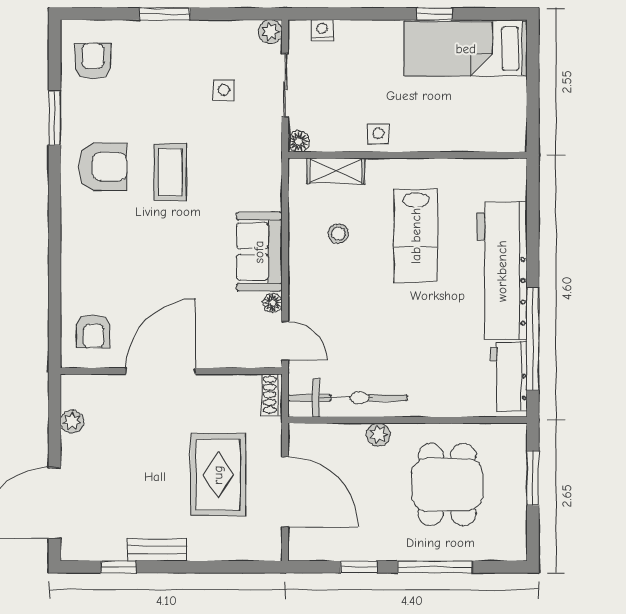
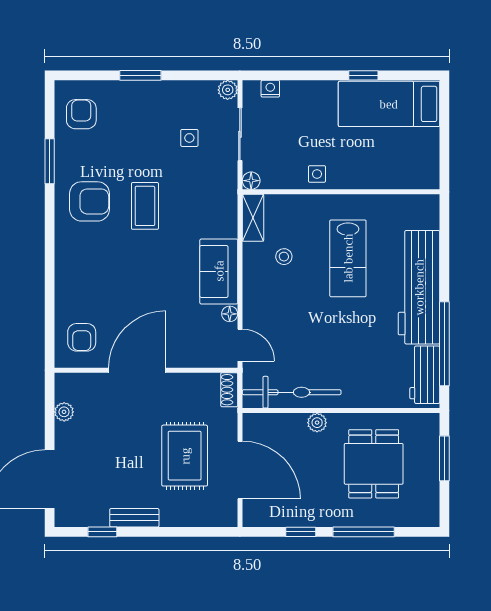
shelving: (336, 171) -> (253, 218), moved, turned 90

